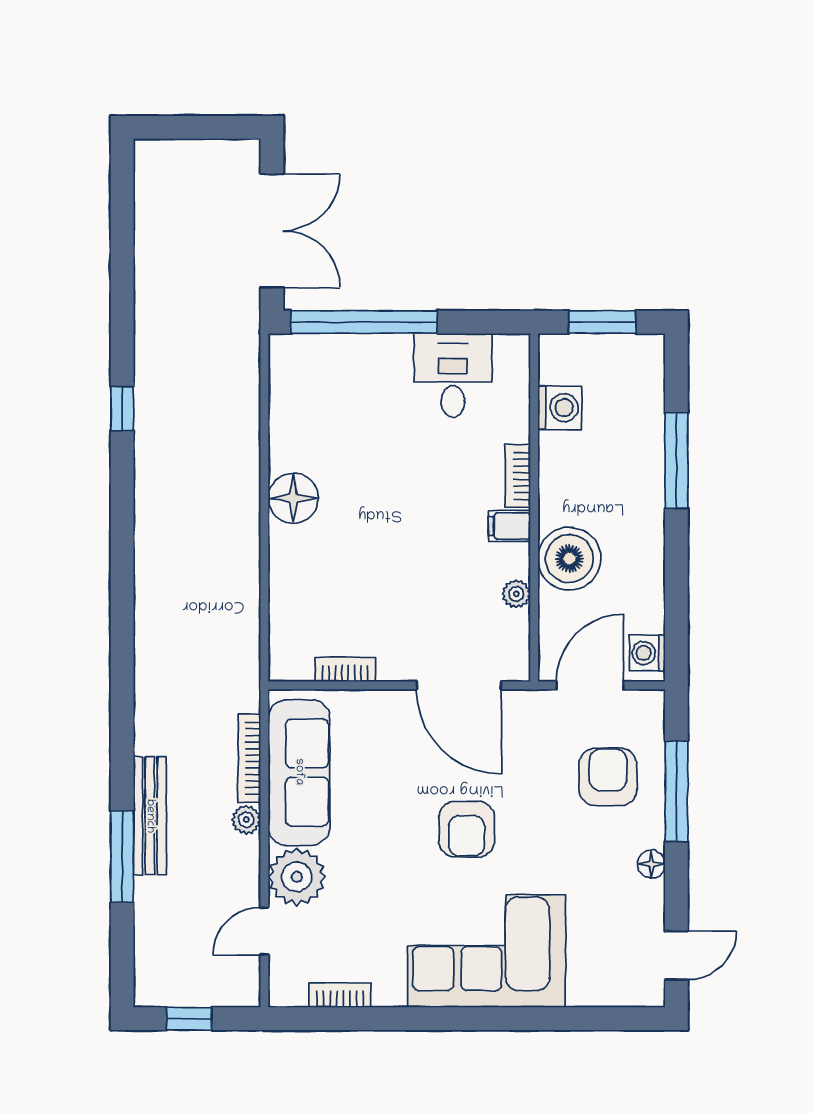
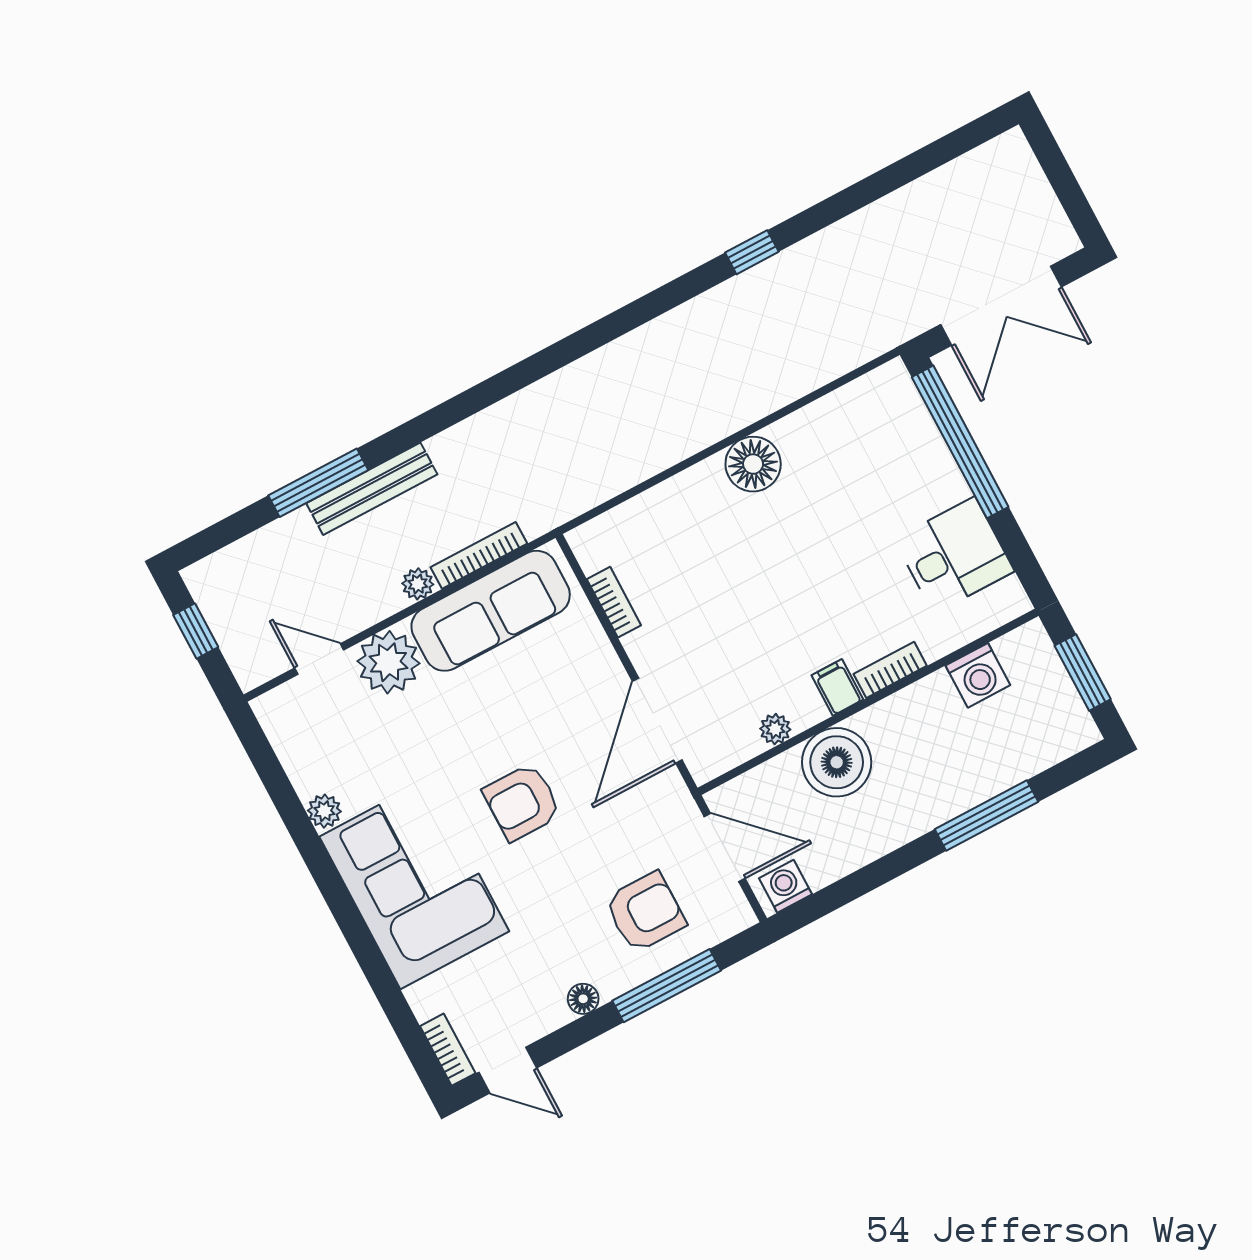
plant: (389, 992) -> (324, 811), added
bookcase: (340, 995) -> (448, 1050), moved

